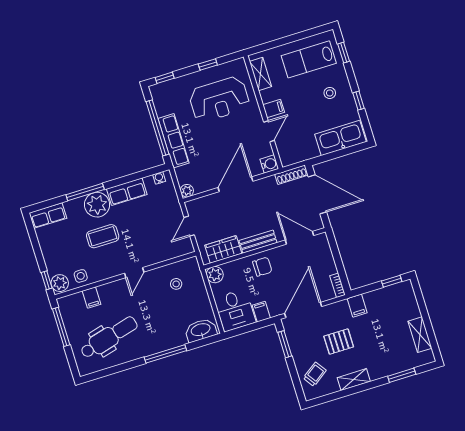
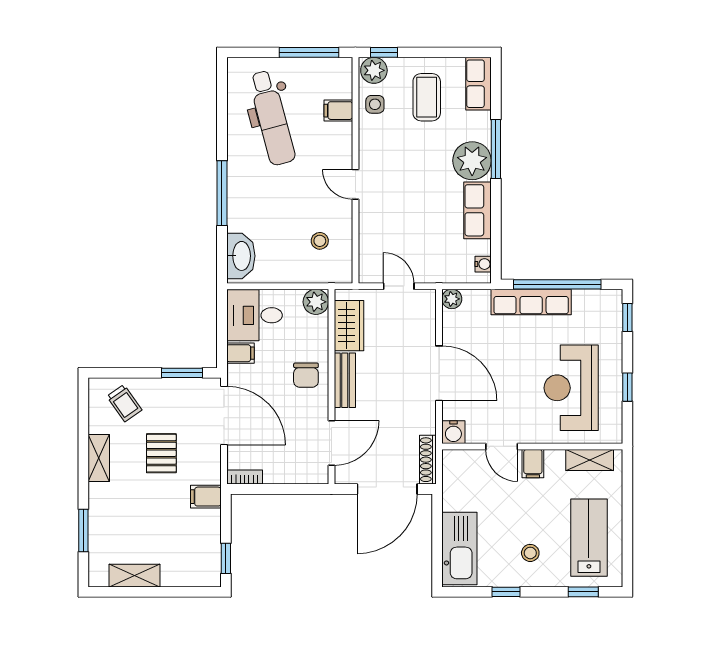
coffee table: (103, 236) -> (427, 97), moved

